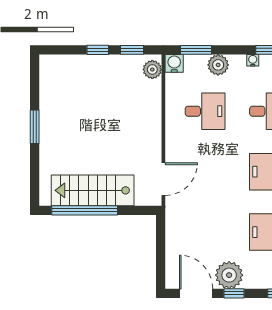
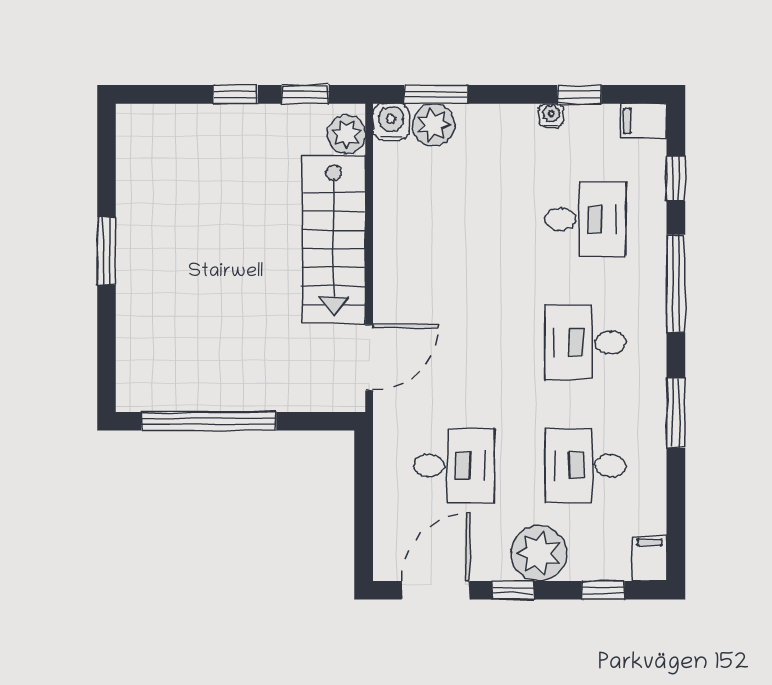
plant: (218, 65) -> (434, 125), moved
desk: (205, 111) -> (454, 465), moved
stairs: (93, 190) -> (334, 240), moved, turned -90
plant: (229, 275) -> (539, 553), moved
door: (196, 293) -> (436, 590), hinge flipped

